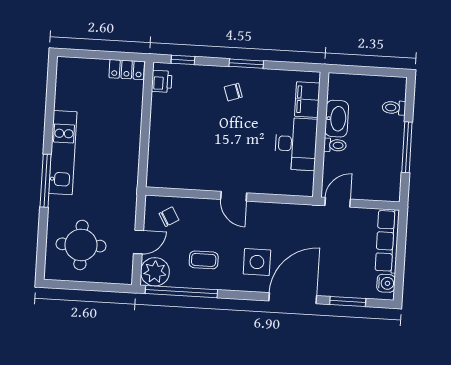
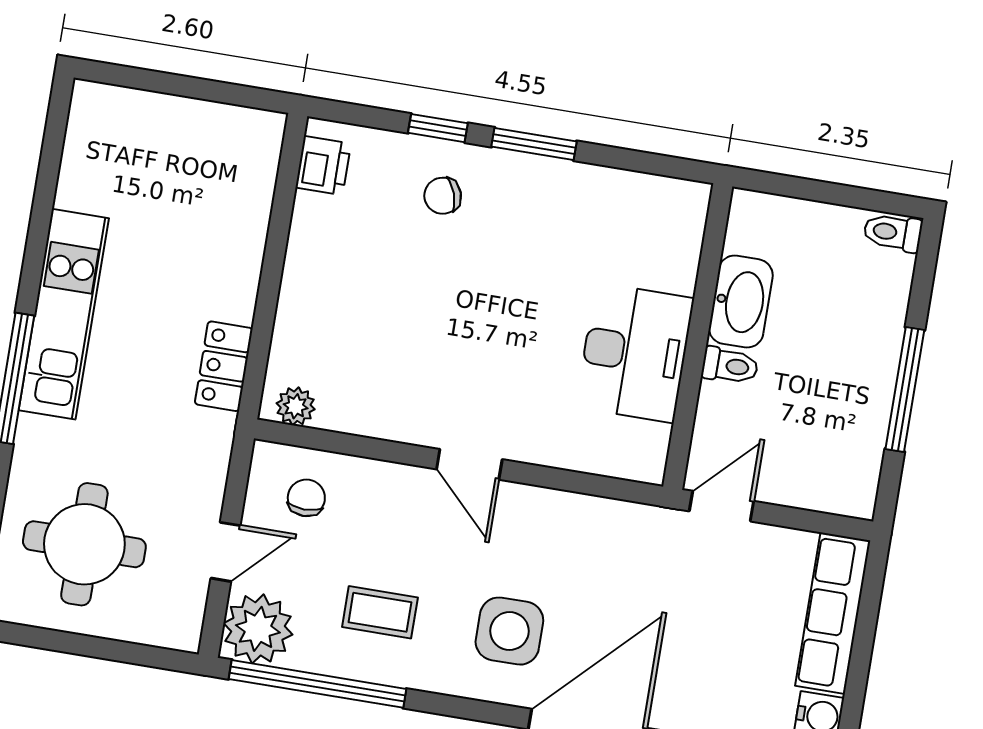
window: (183, 60) -> (438, 128), moved
locker: (127, 70) -> (224, 366), moved, turned 90
chair: (233, 92) -> (443, 196), moved
filing cabinet: (307, 100) -> (674, 248), removed
toilet: (394, 108) -> (893, 232), moved
plant: (161, 180) -> (296, 406), added
chair: (169, 217) -> (306, 498), turned -60

